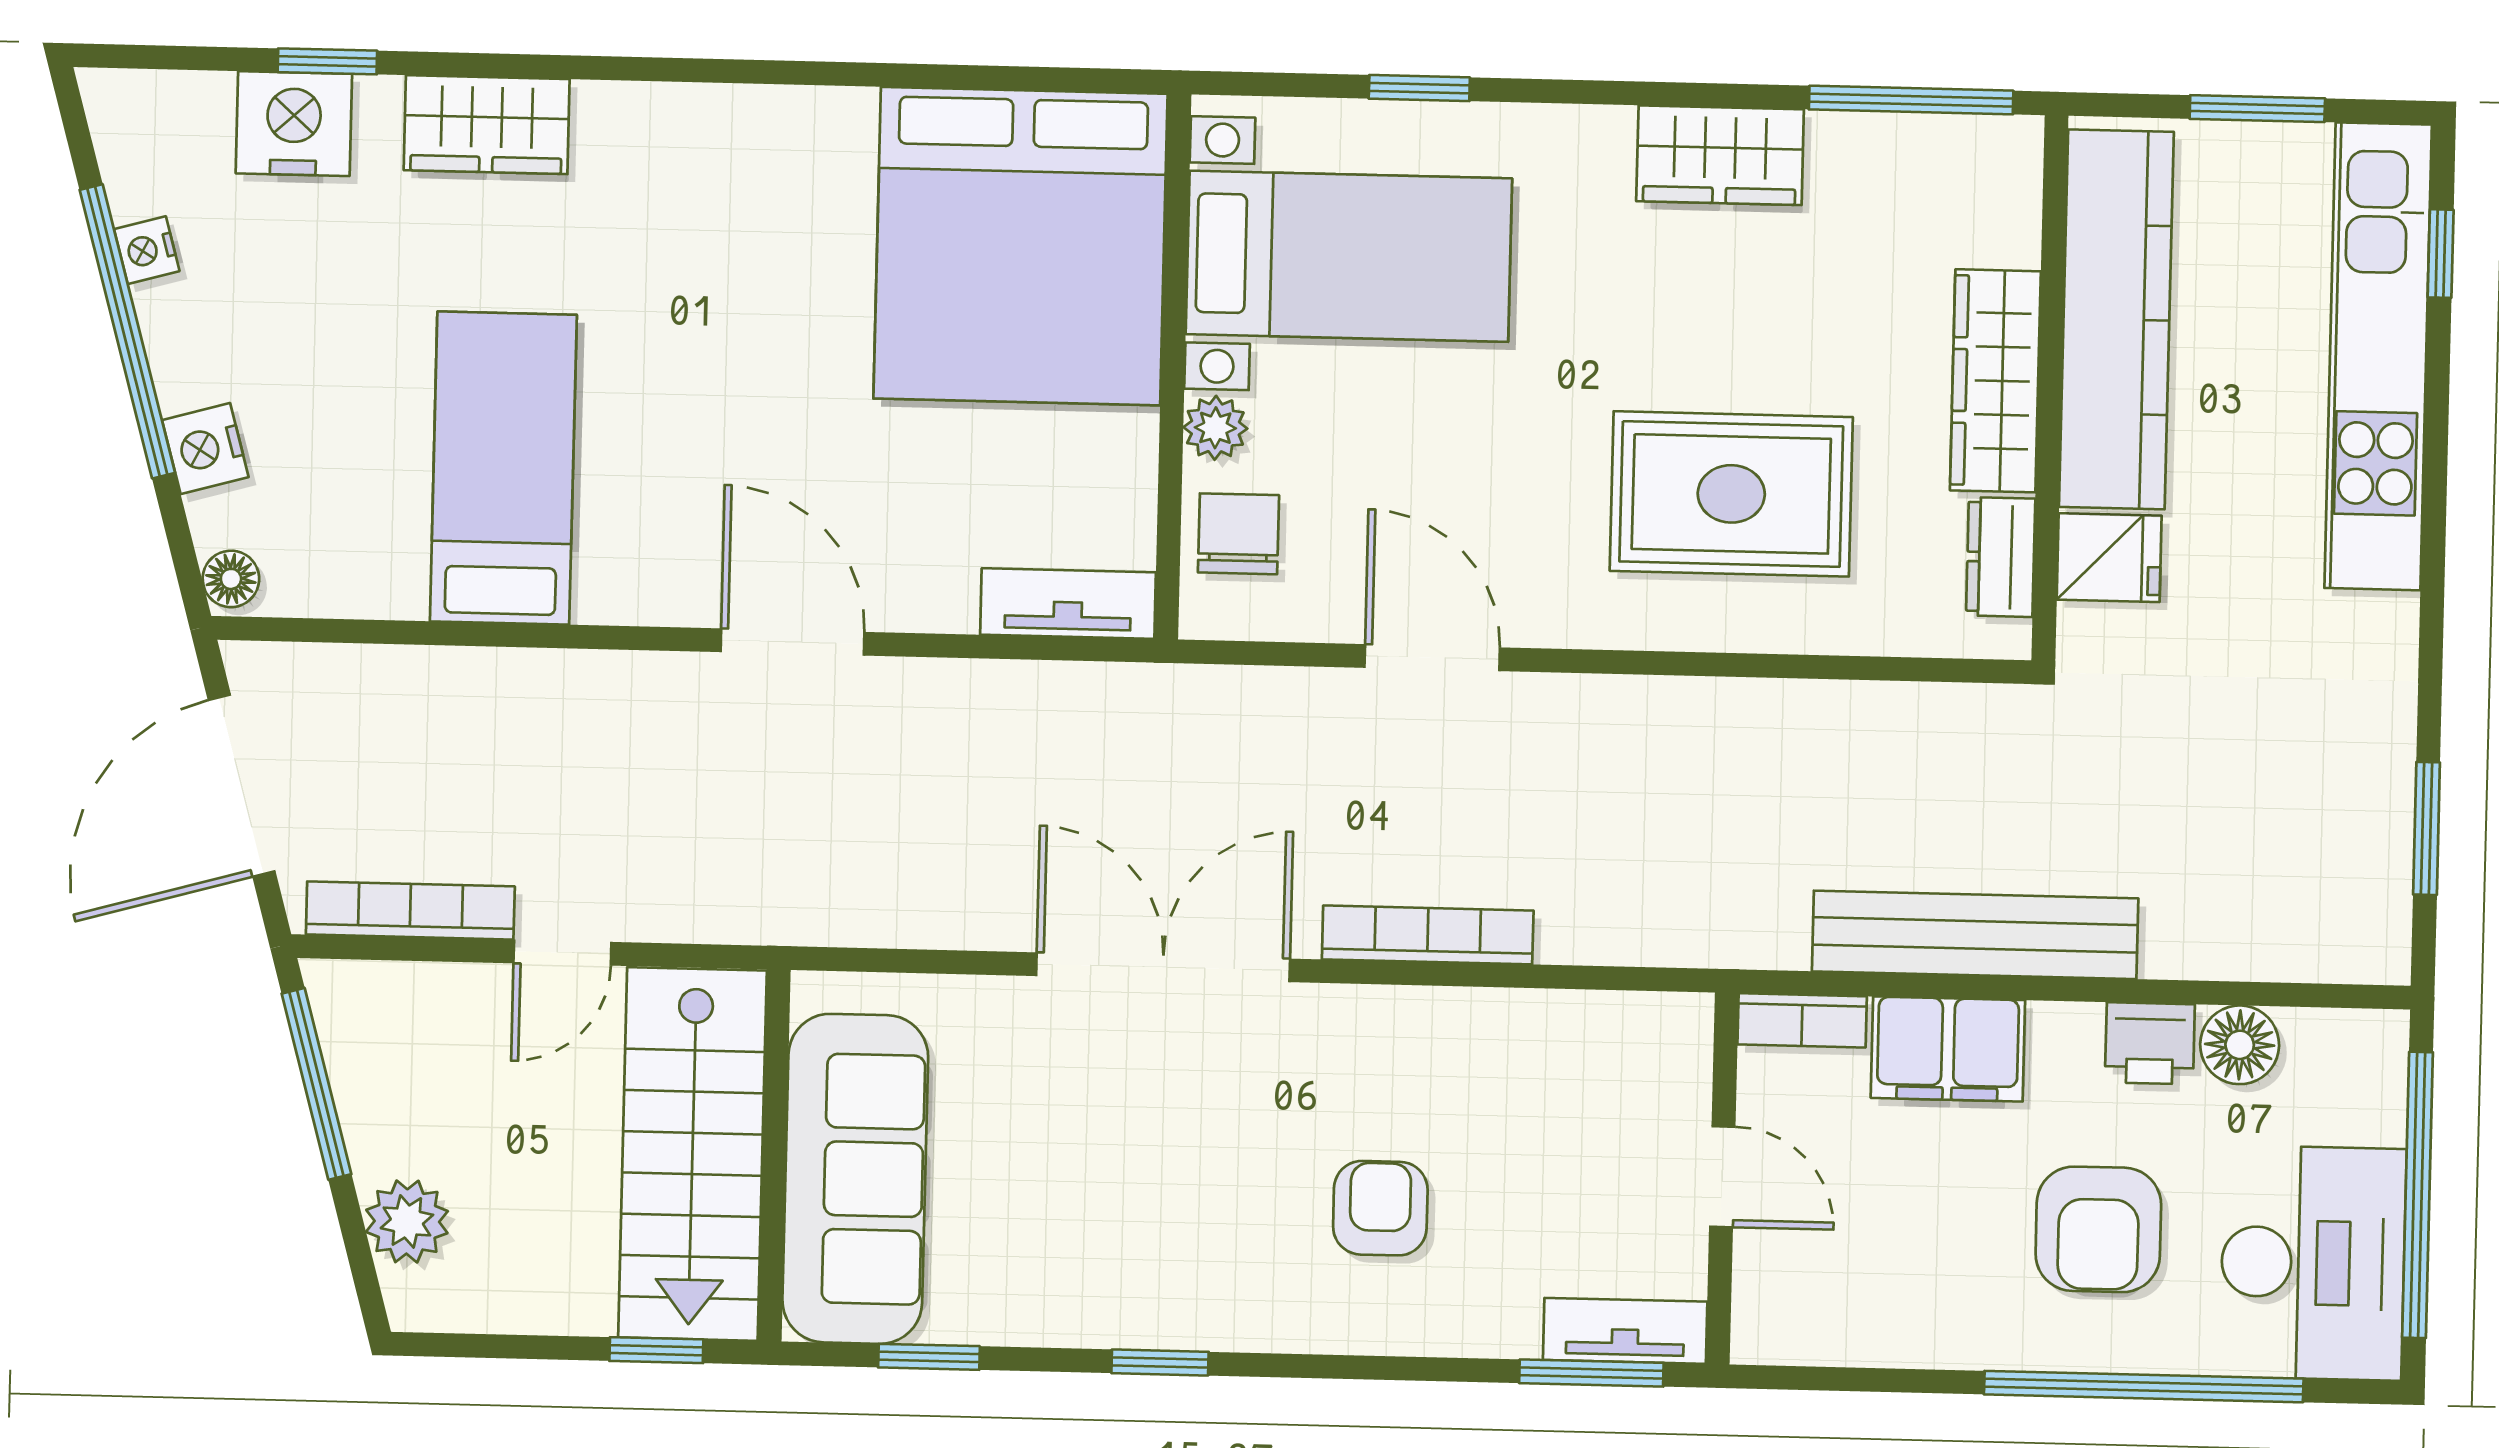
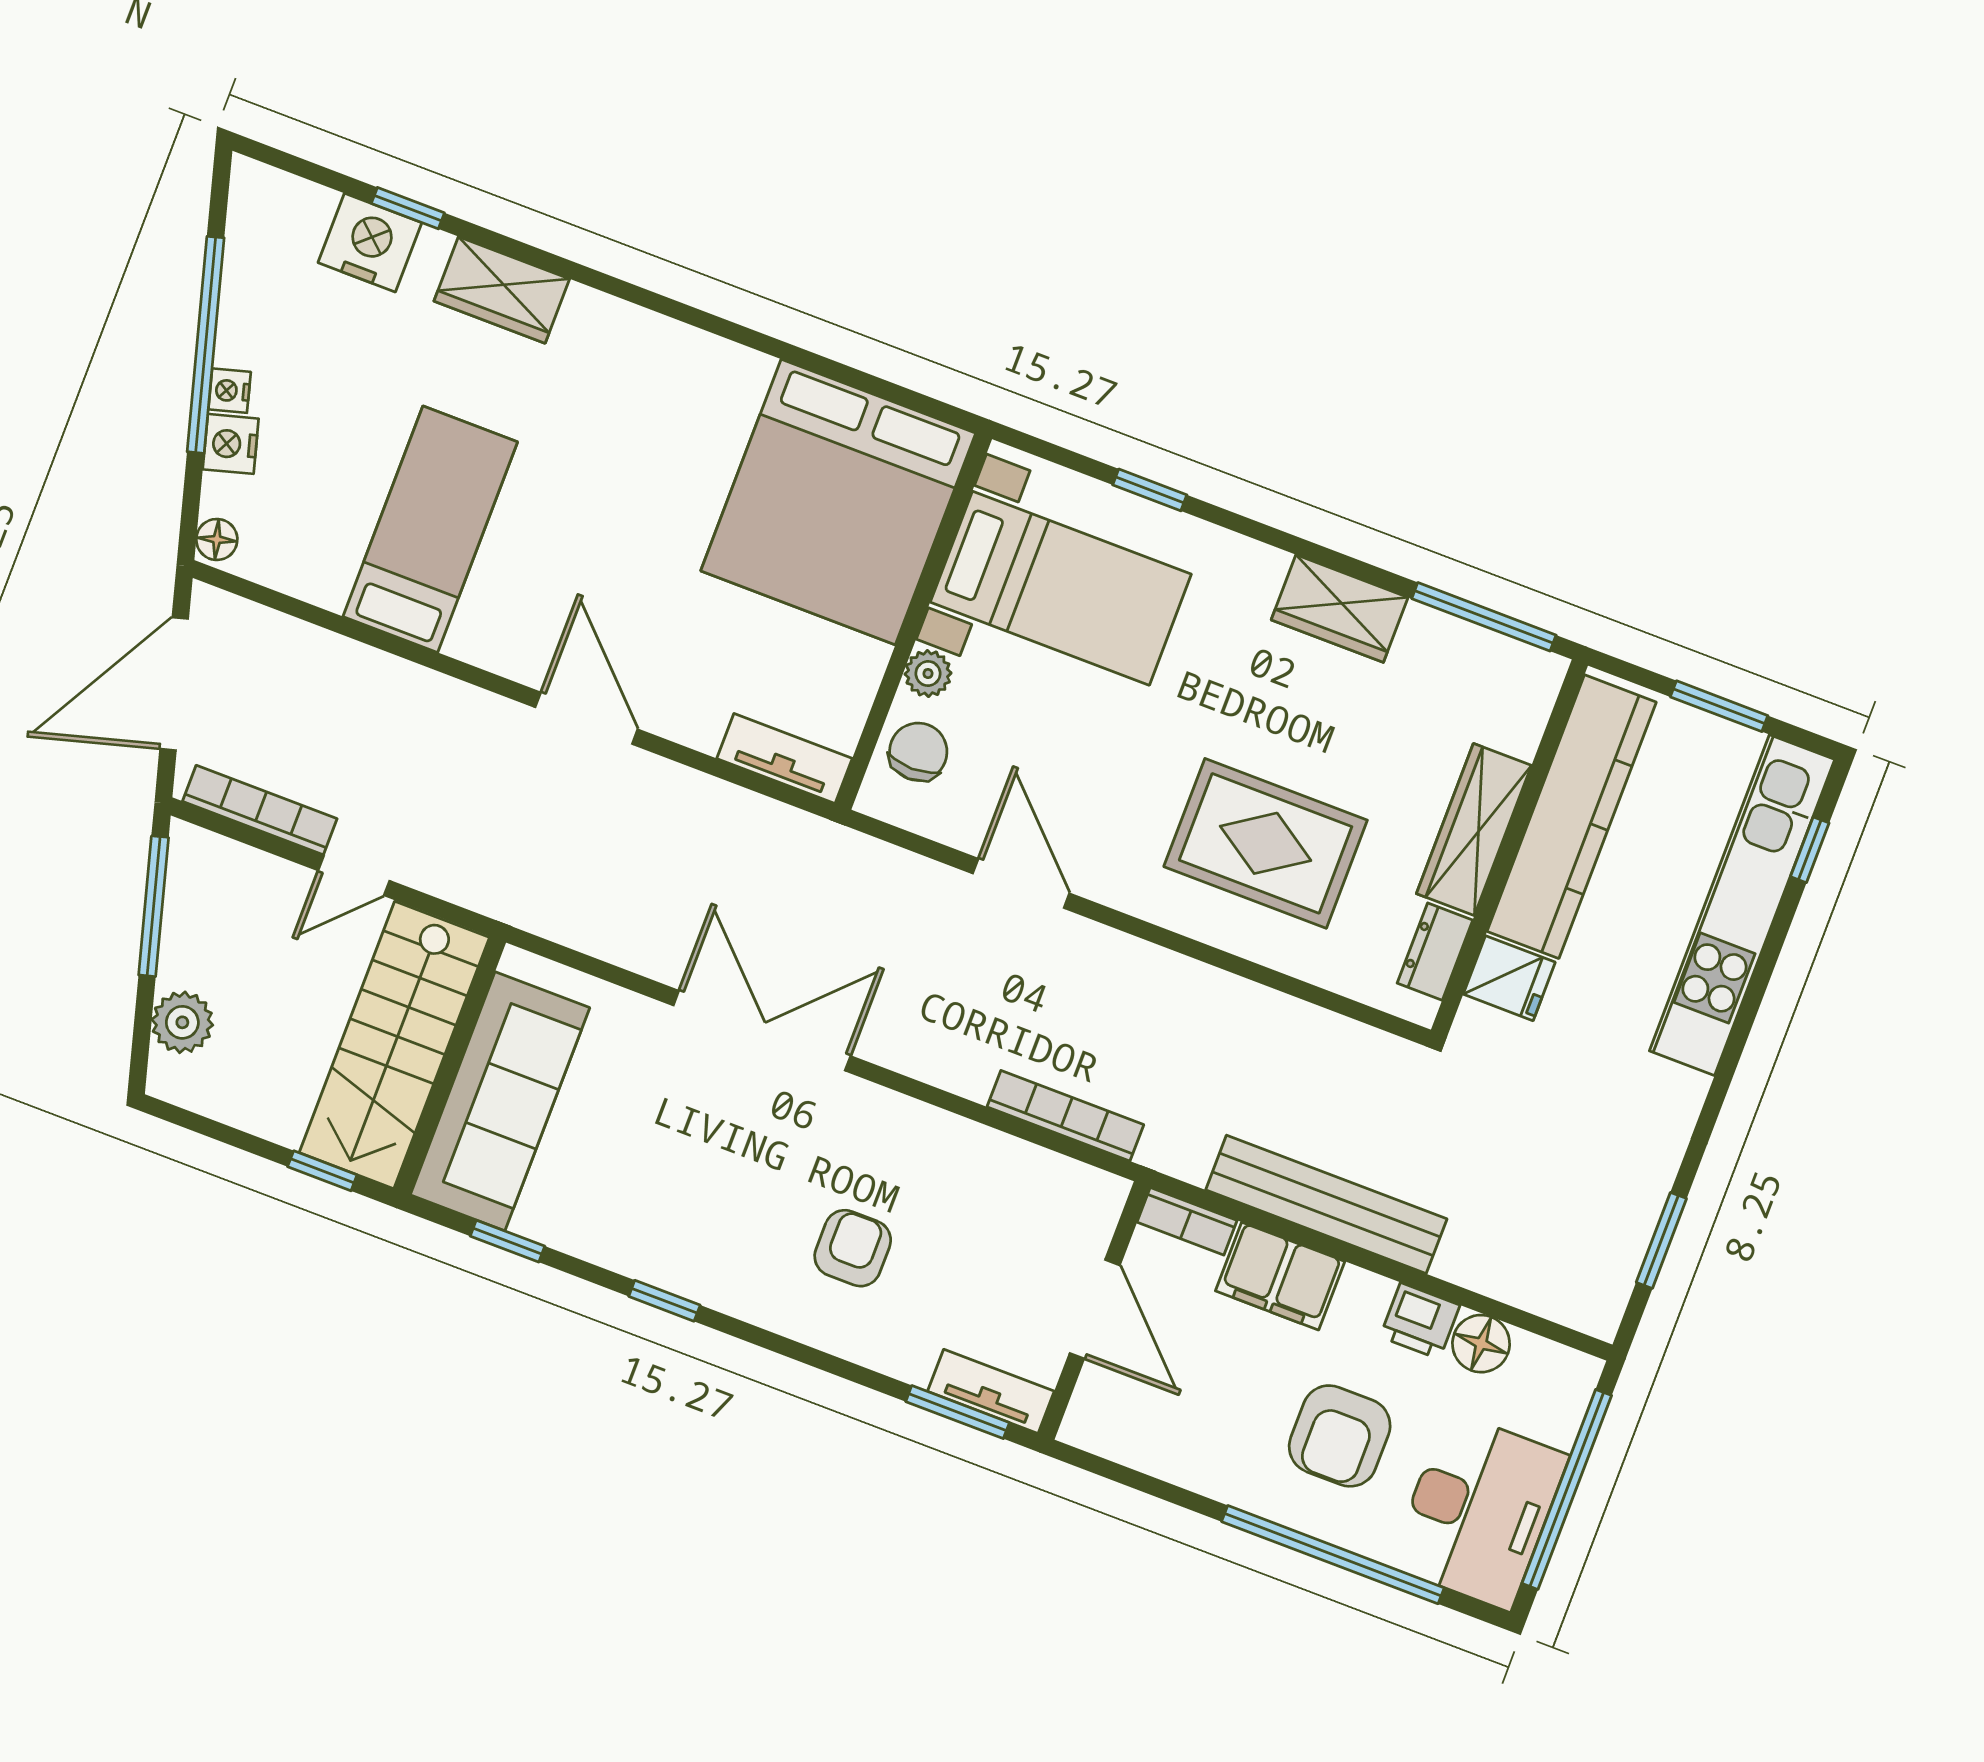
nightstand: (147, 250) -> (230, 391), moved
bookcase: (1428, 935) -> (1065, 1116), moved
door: (1722, 1177) -> (1095, 1309), width x1.38

